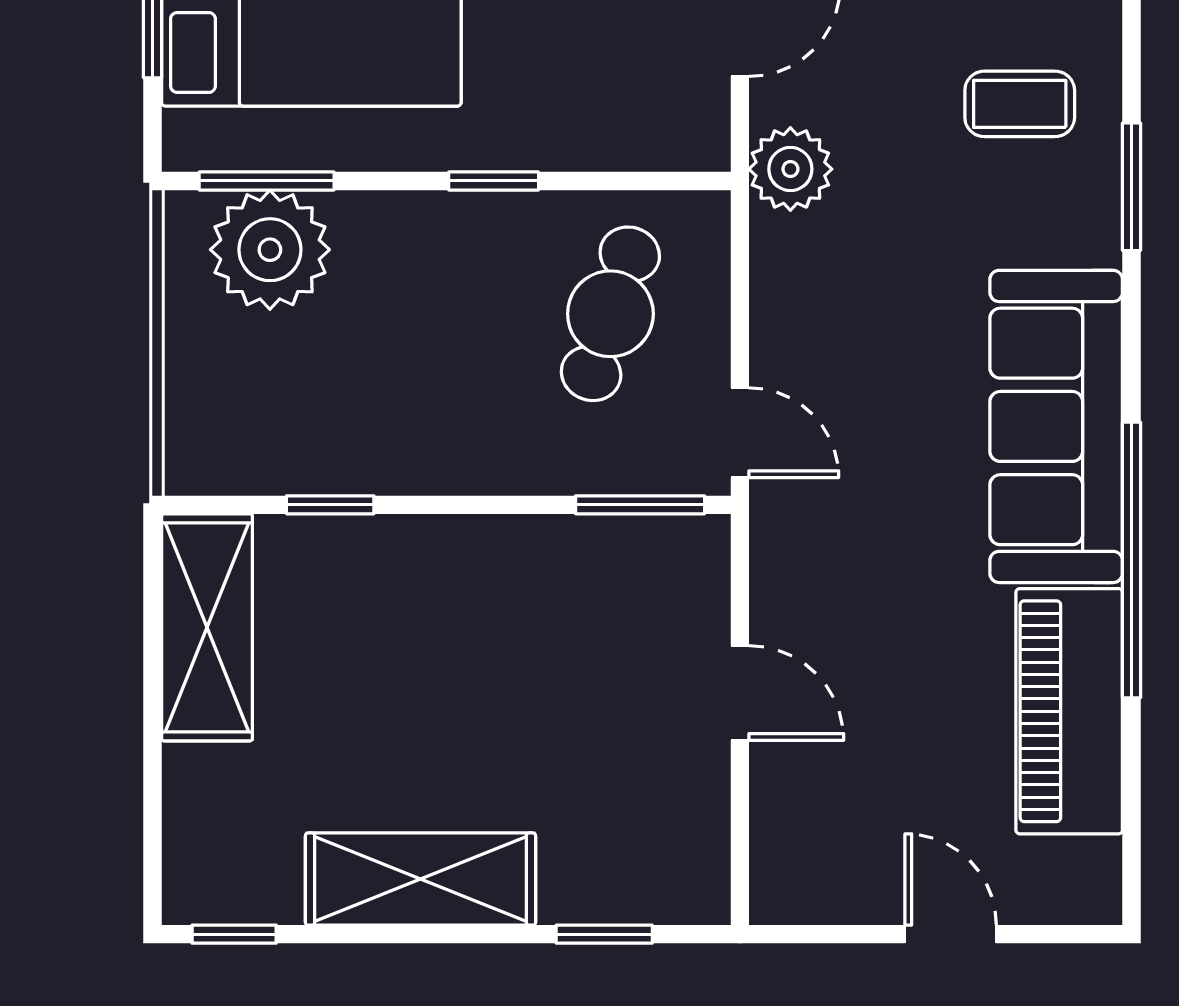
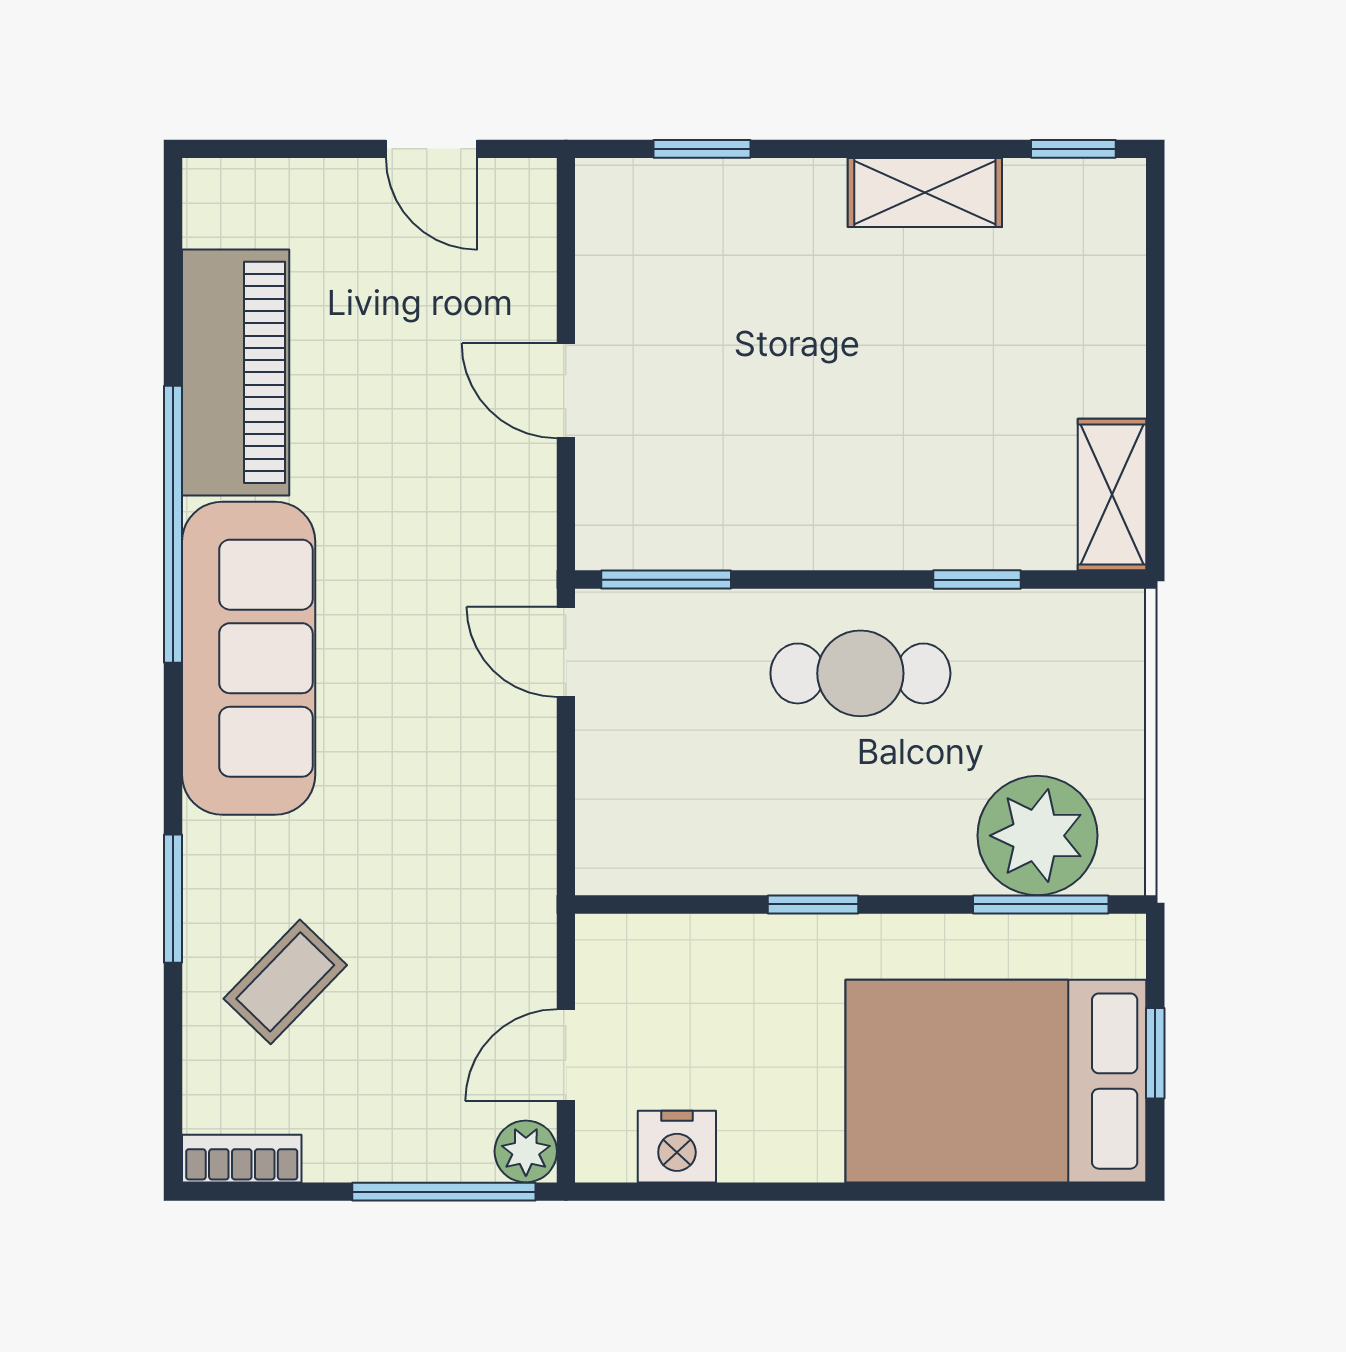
coffee table: (1020, 104) -> (285, 982), turned -46
plant: (790, 169) -> (515, 916), removed
cafe table: (610, 314) -> (860, 673), moved, turned 72
shelving: (207, 627) -> (1112, 495), width x0.67, depth x0.75
shelving: (421, 879) -> (925, 193), width x0.67, depth x0.75
door: (951, 934) -> (432, 149), moved

